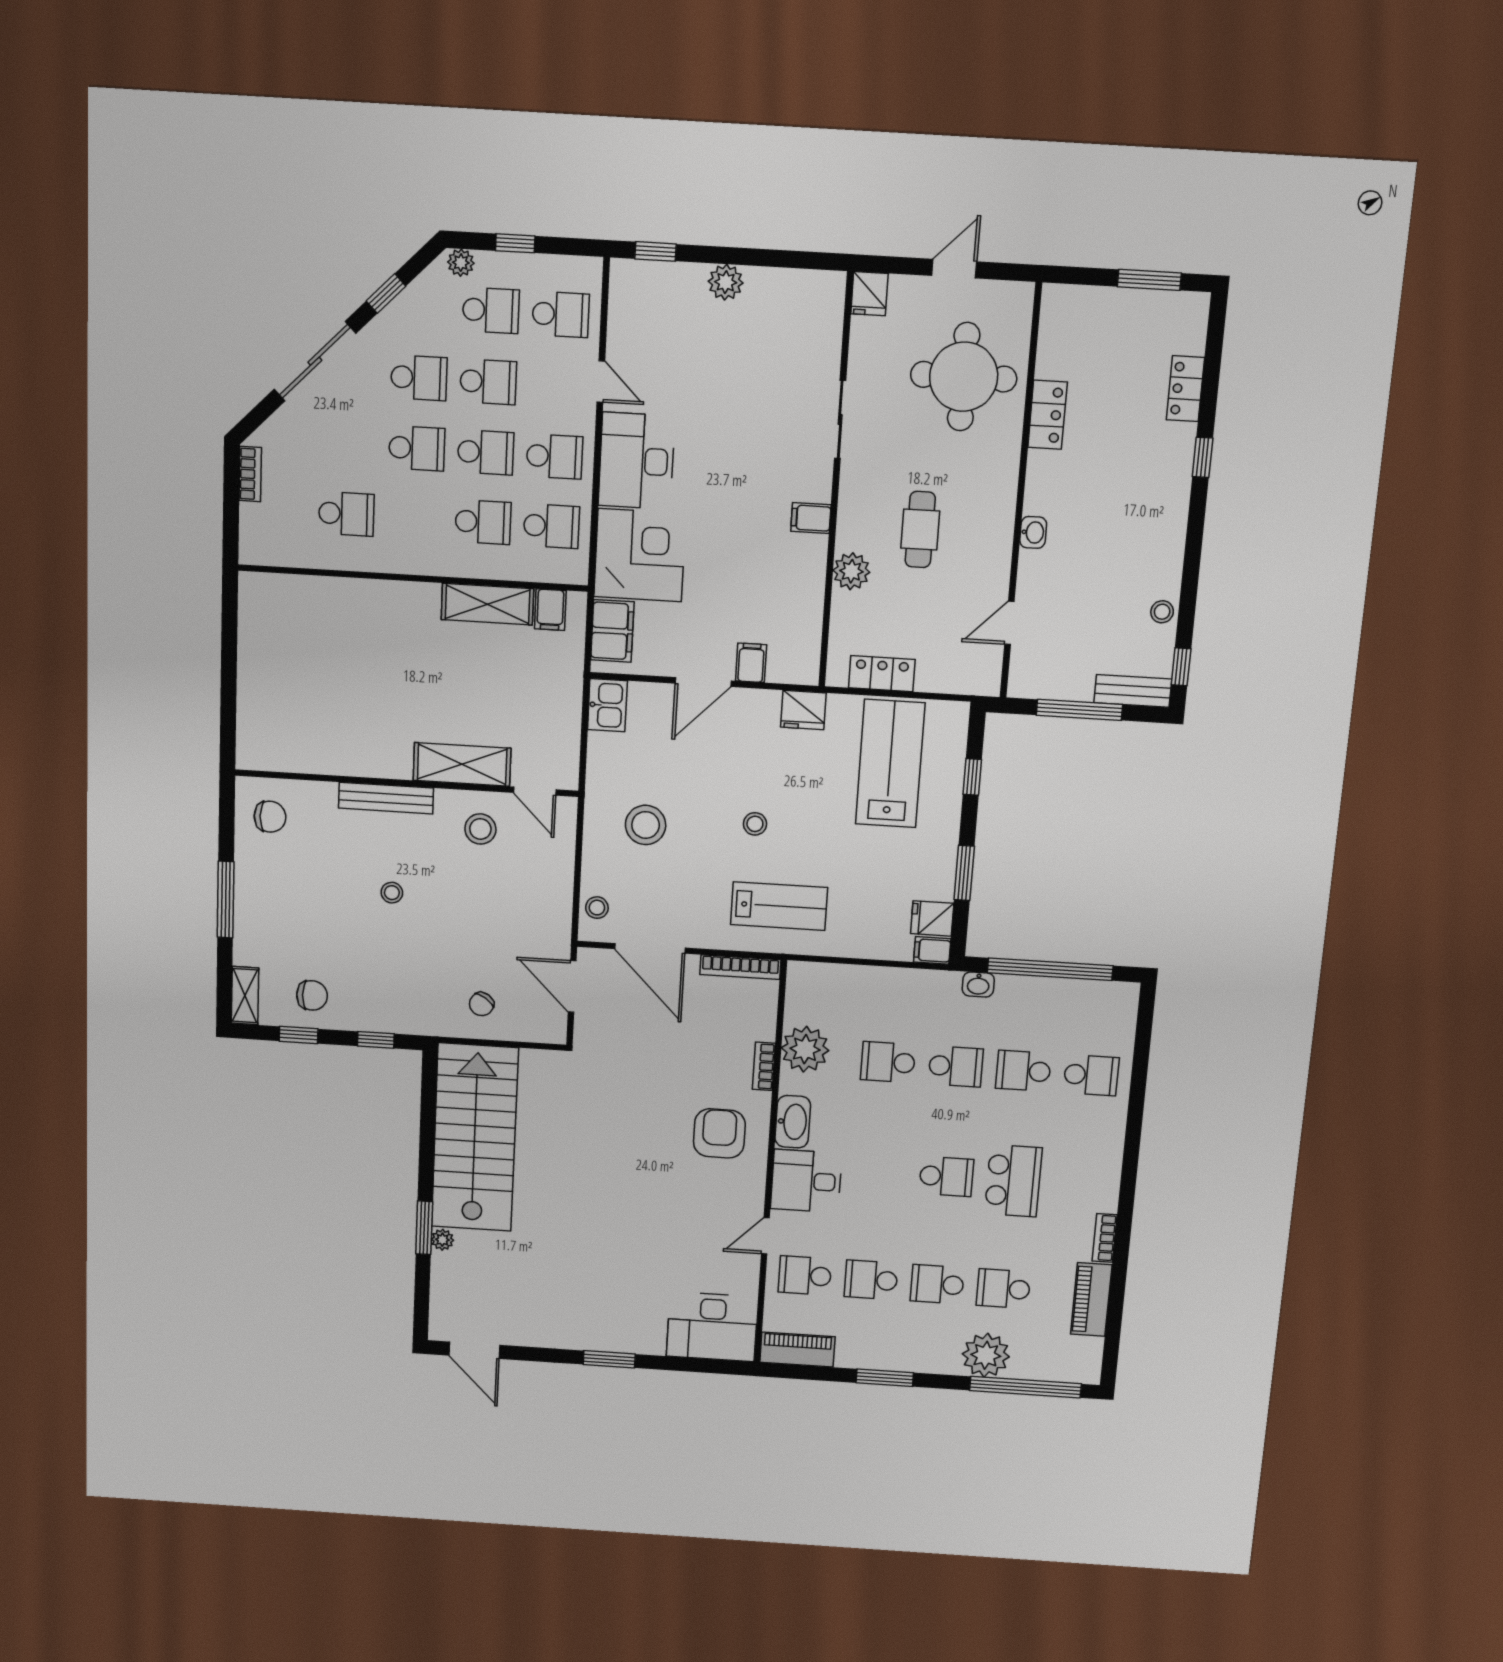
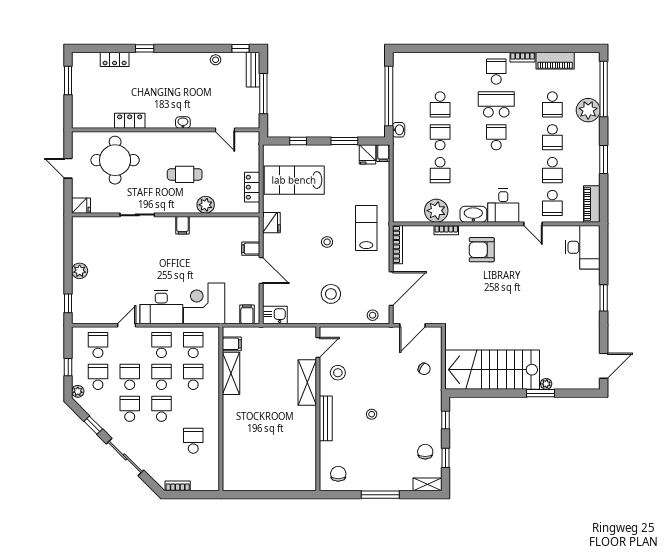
filing cabinet: (612, 631) -> (247, 314), width x0.50
school desk: (1091, 1075) -> (496, 72), moved

